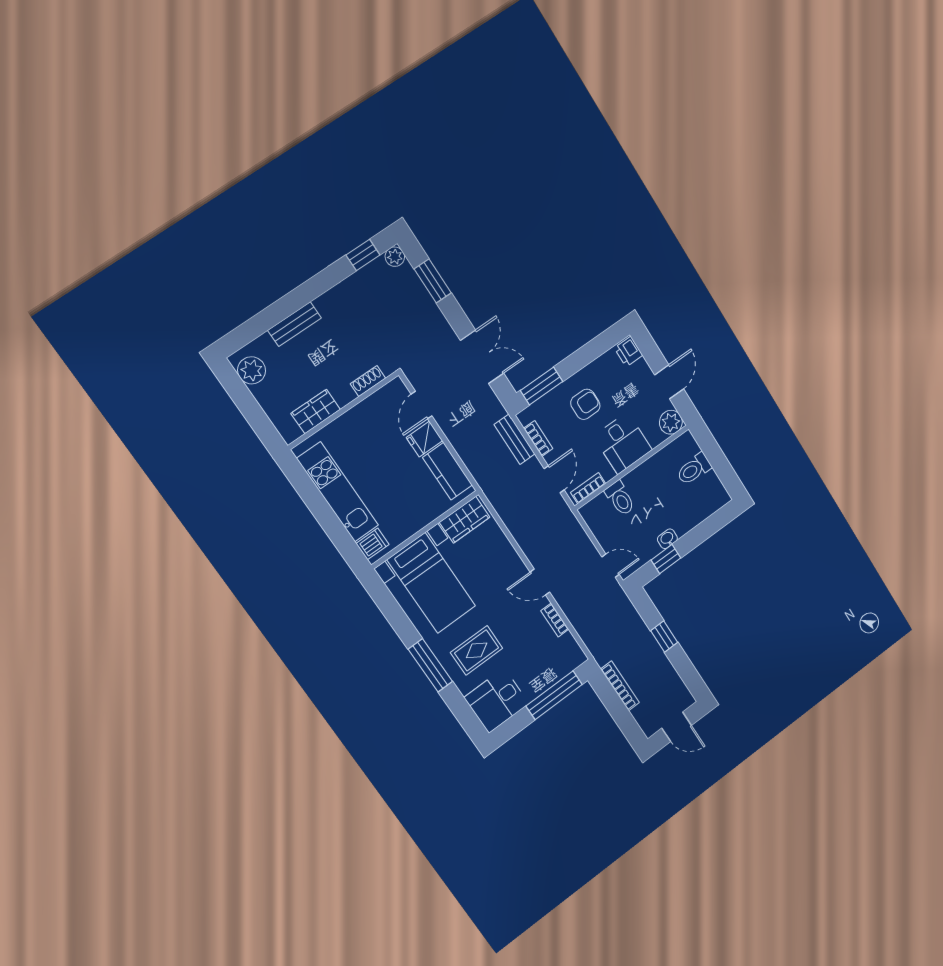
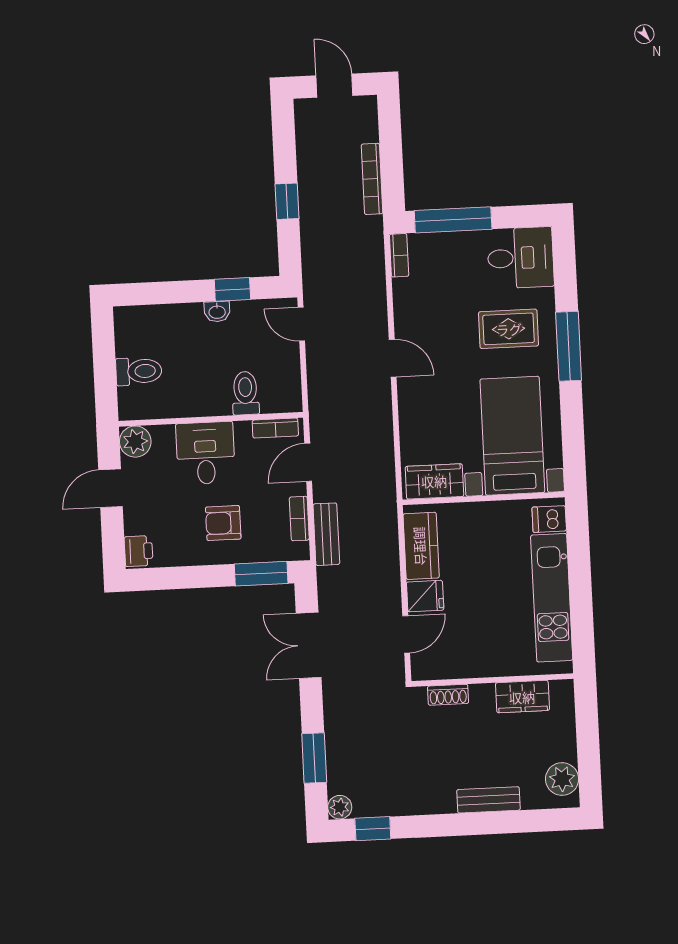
bookcase: (555, 620) -> (399, 255), moved

